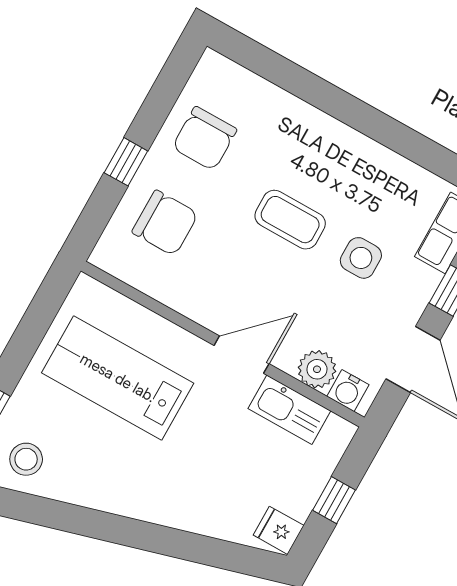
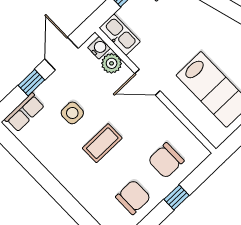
coffee table: (290, 220) -> (102, 143), turned 90
chair: (165, 223) -> (166, 161), turned -90
kitchen sink: (289, 410) -> (120, 35), moved

